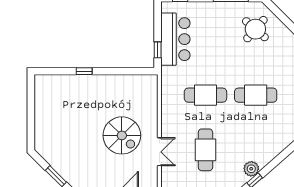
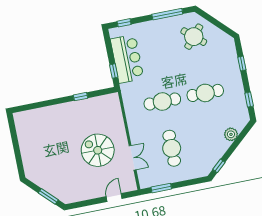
window: (84, 71) -> (81, 97), moved
spiral stairs: (122, 135) -> (98, 150), turned 180
plant: (251, 169) -> (231, 134), moved

